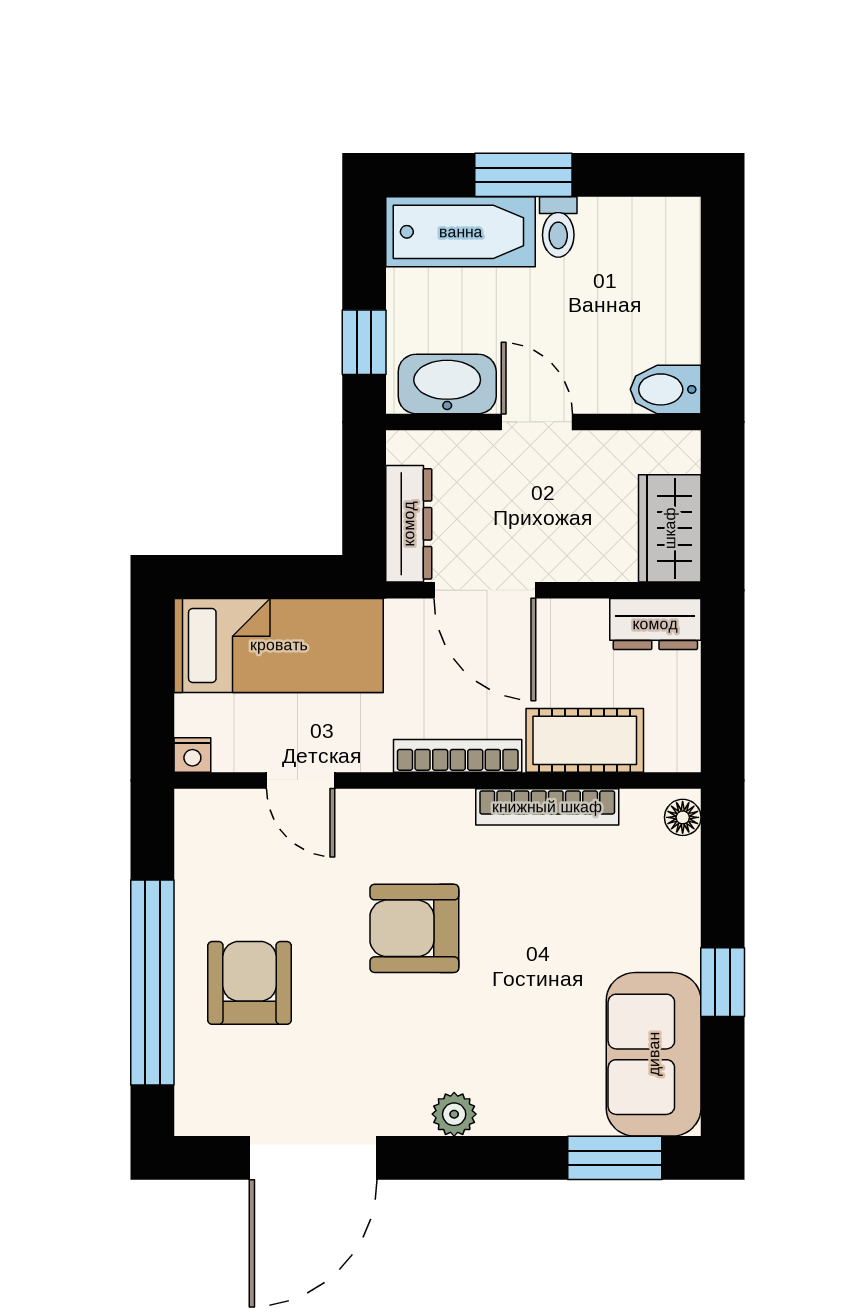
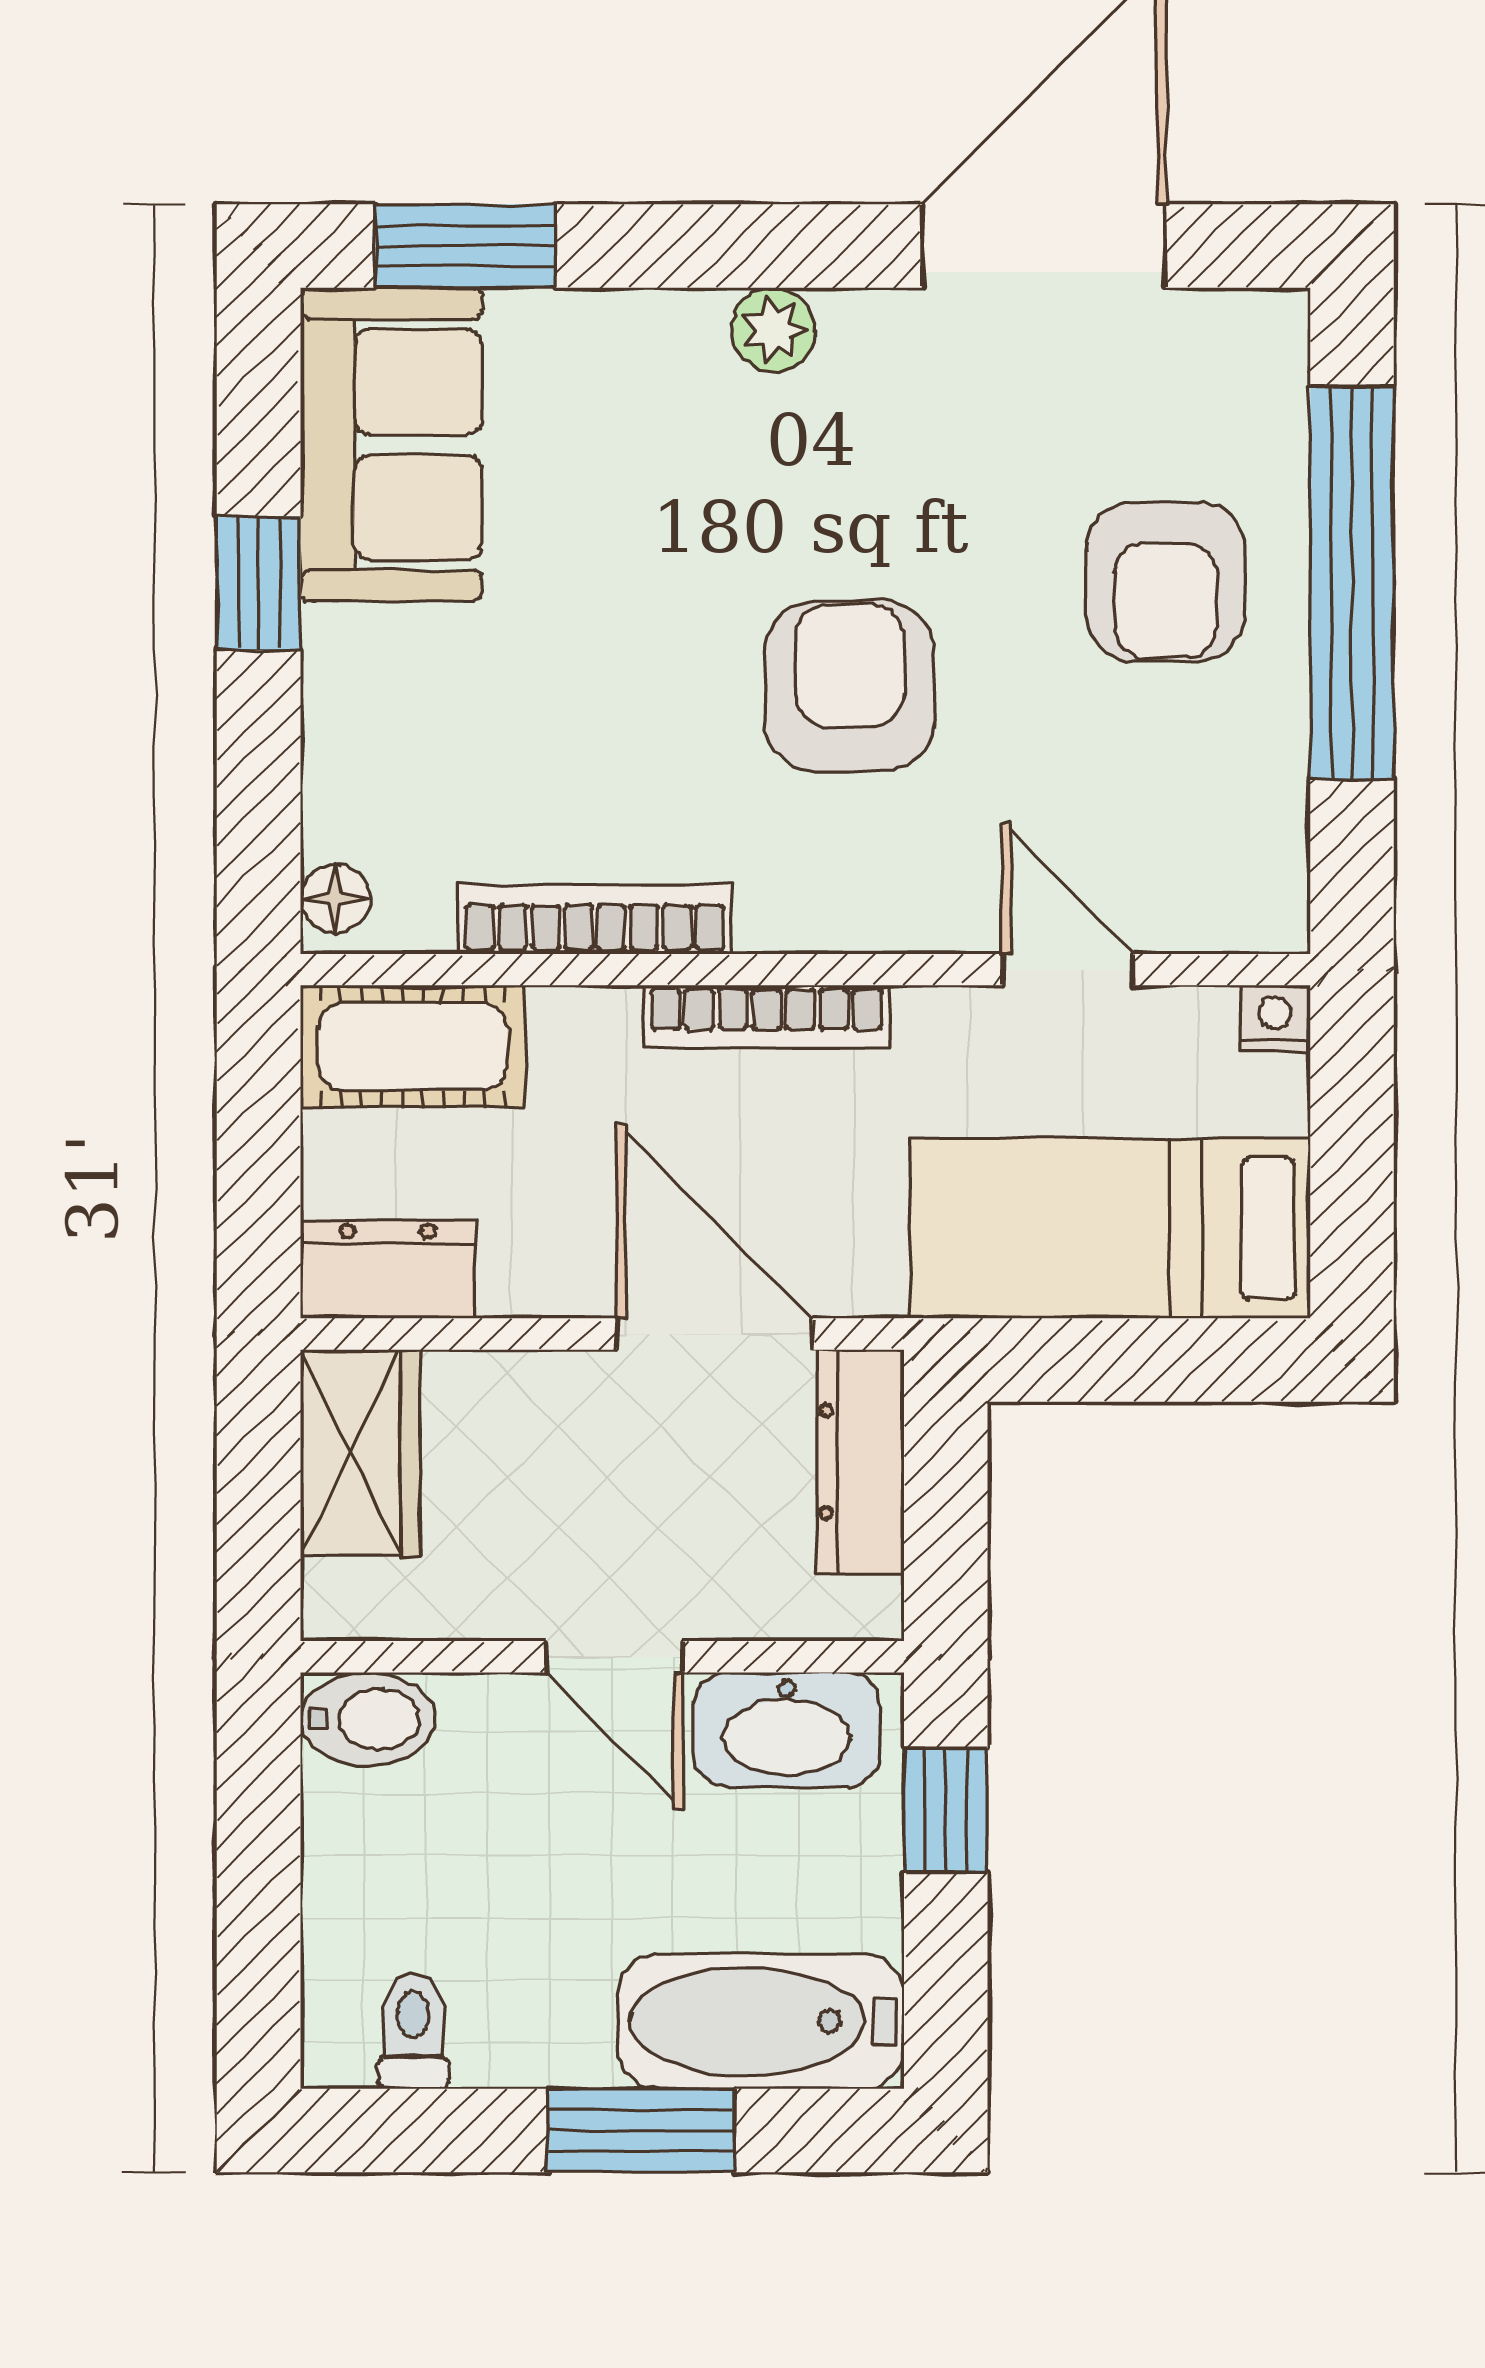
toilet: (558, 227) -> (413, 2031), moved
cot: (585, 740) -> (413, 1046), moved
armchair: (414, 928) -> (850, 686), turned -90

